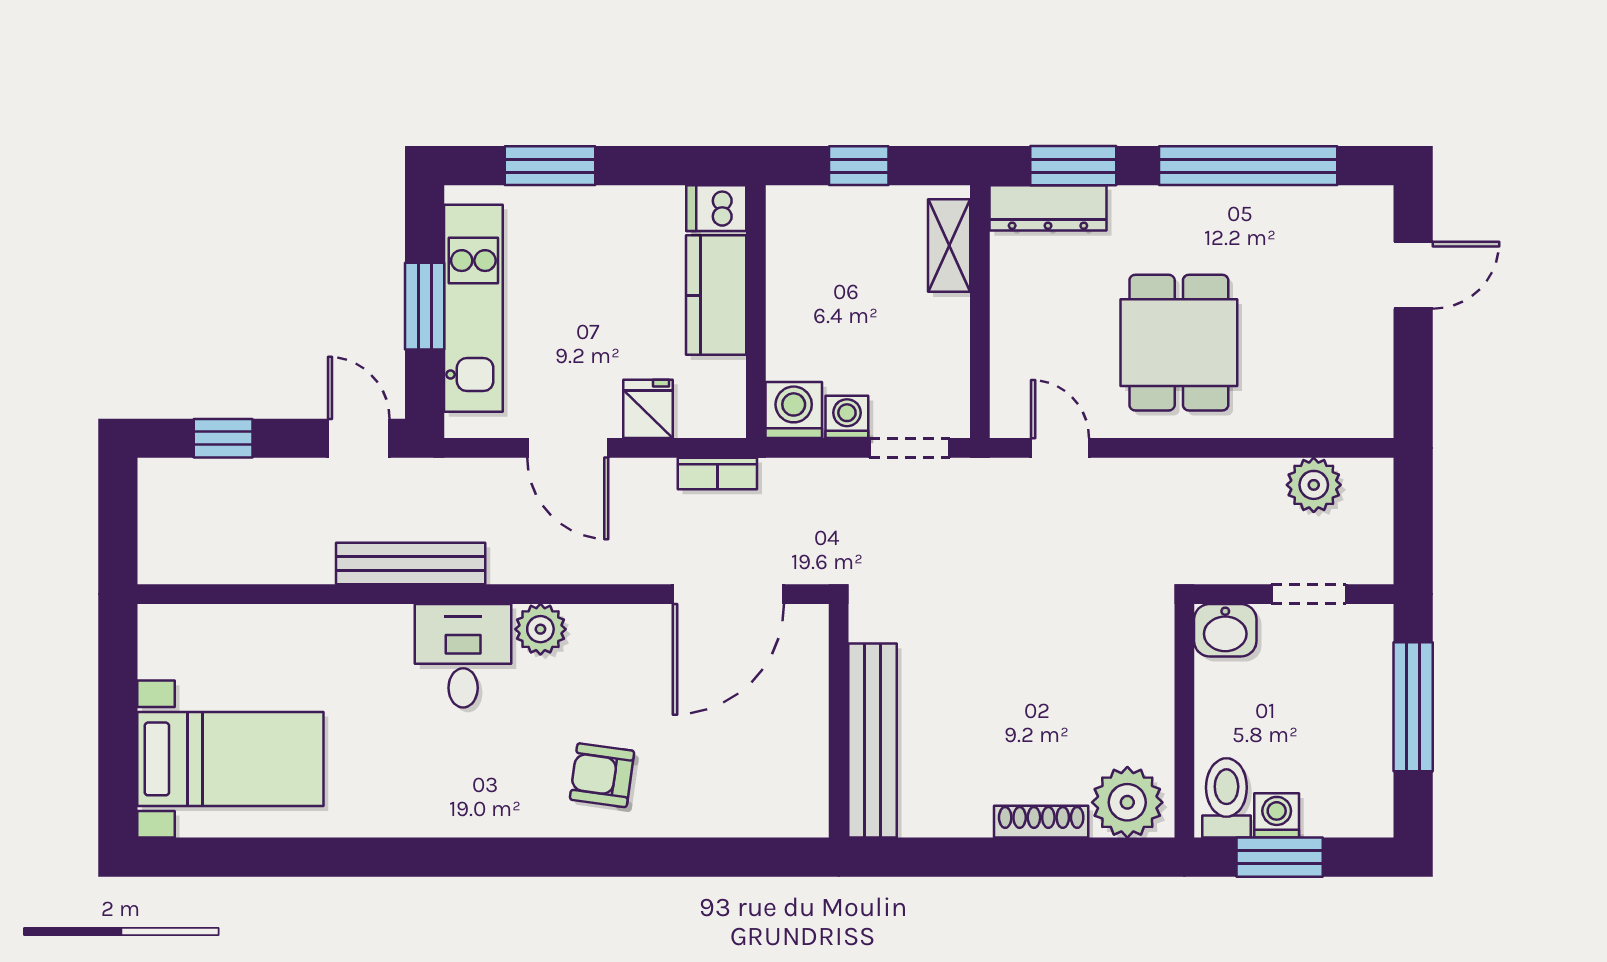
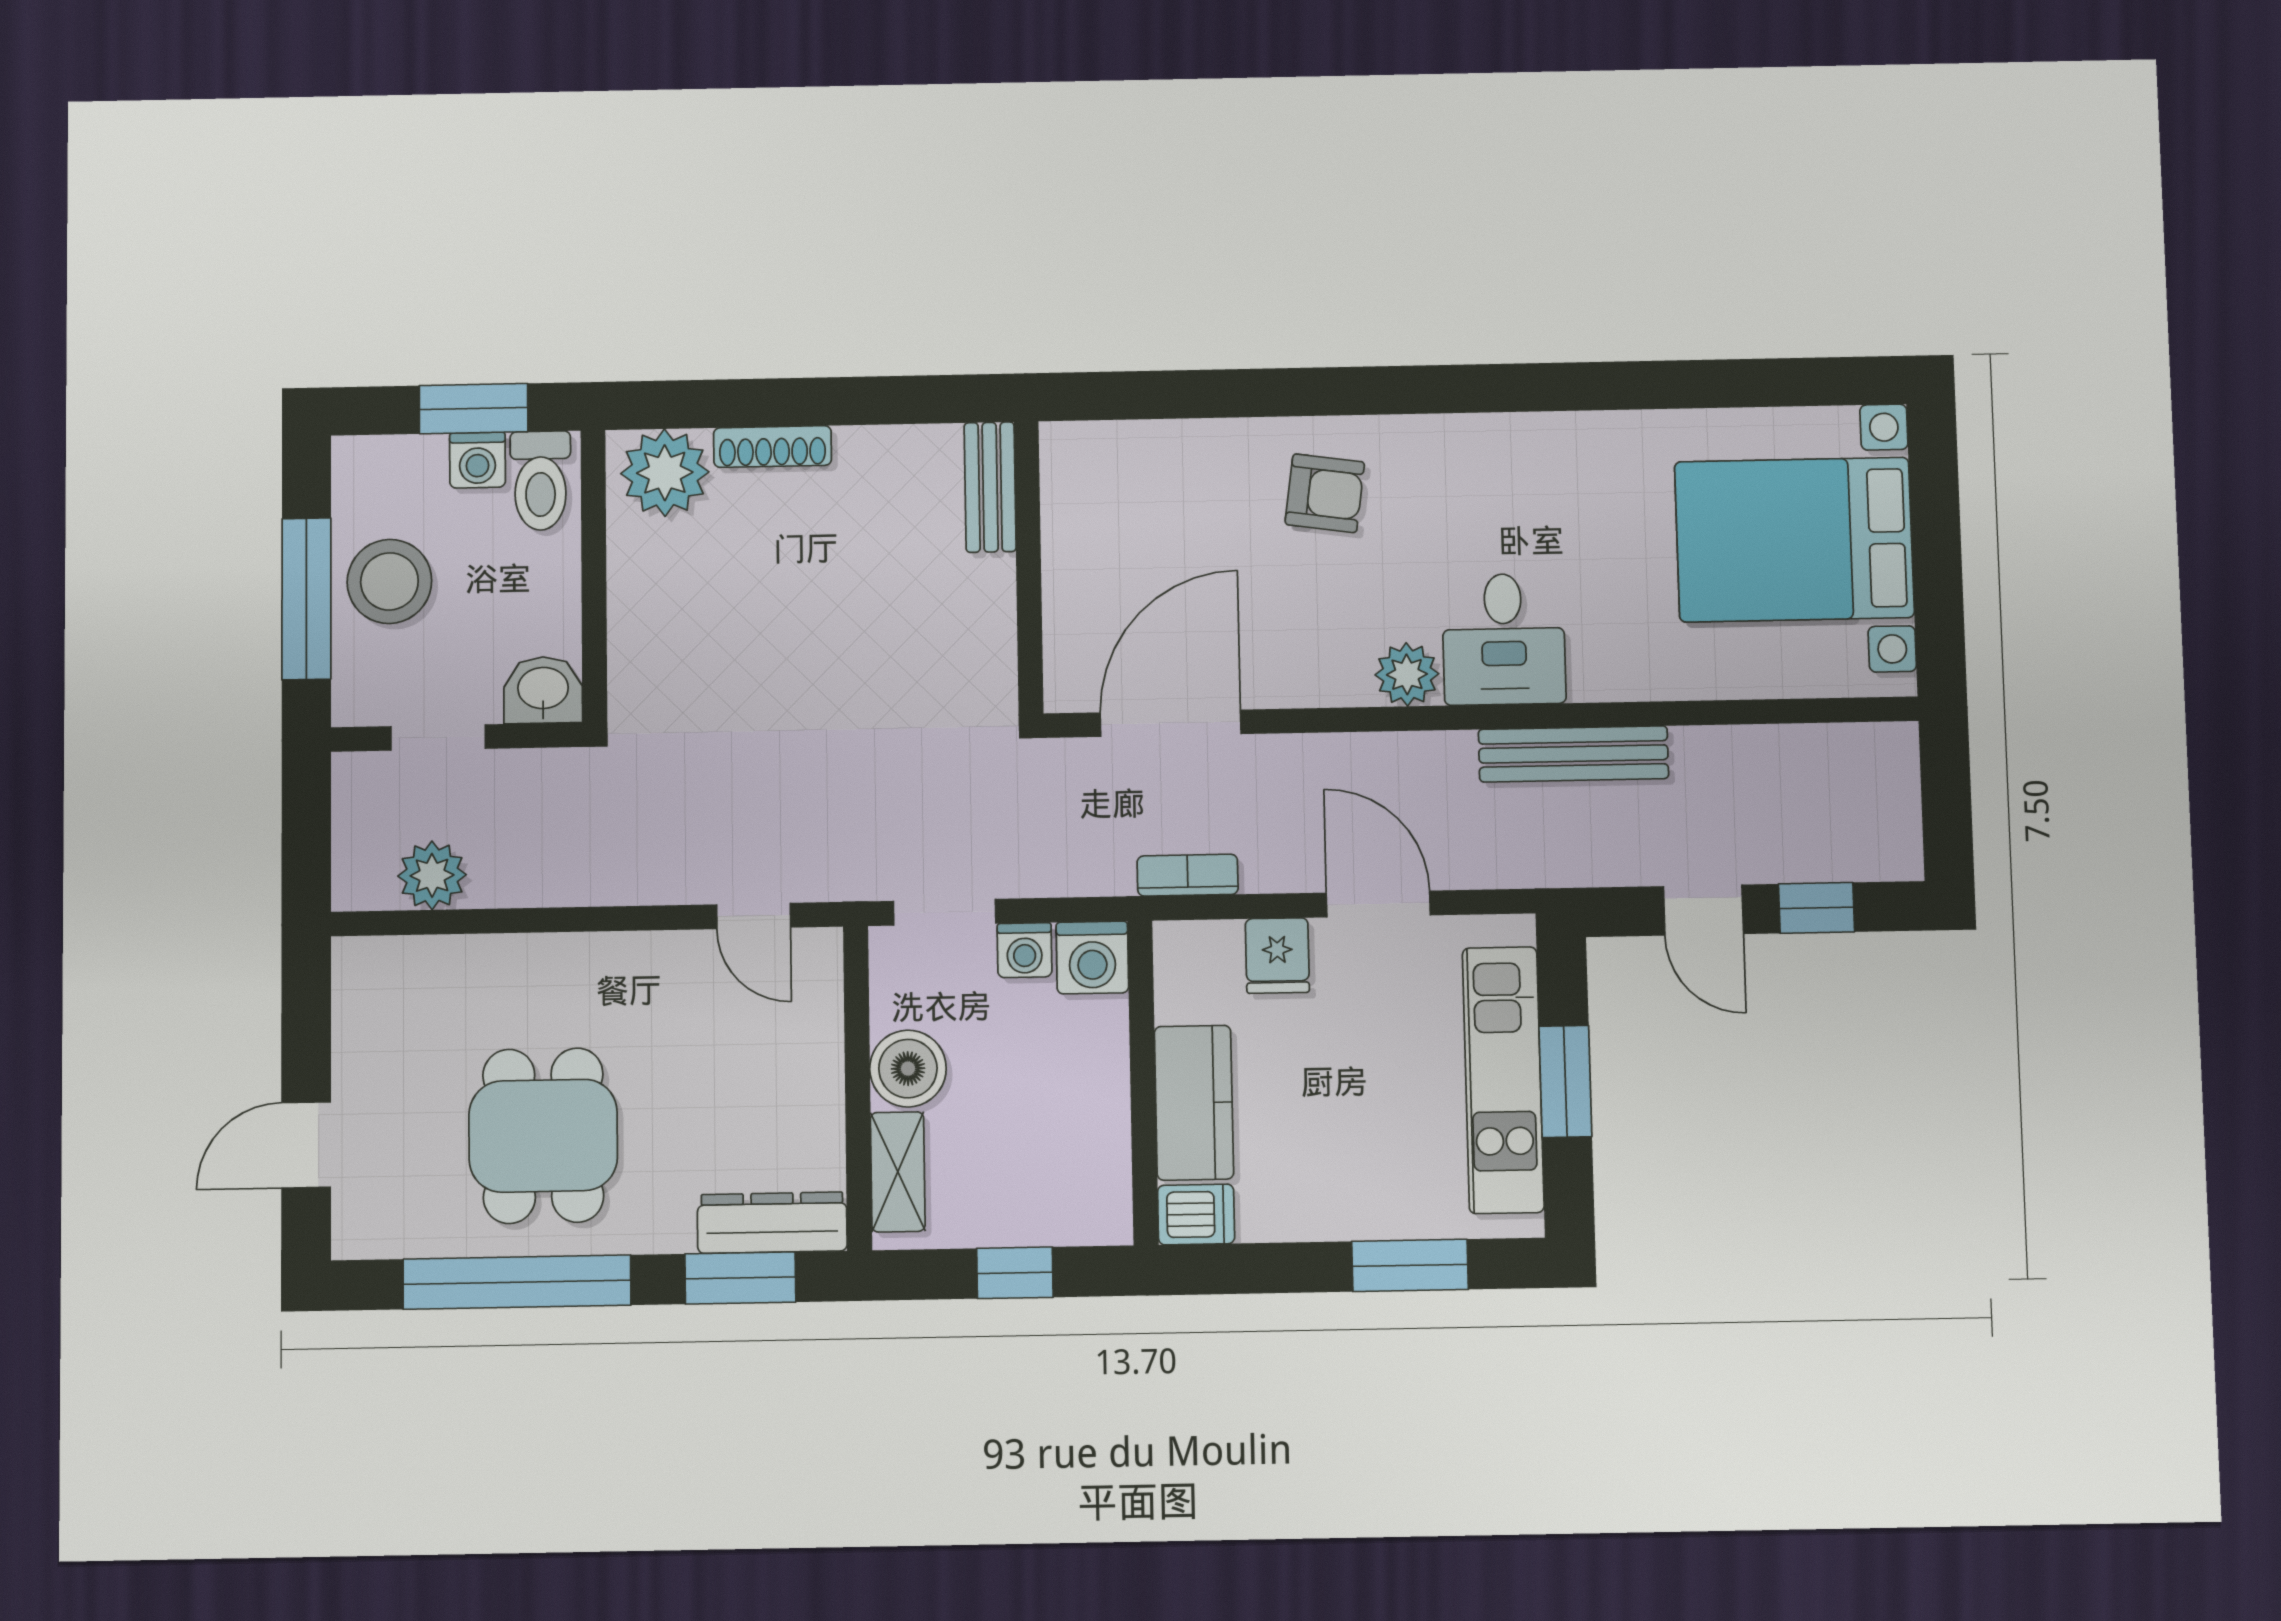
boiler: (940, 326) -> (908, 1069), added
dining table: (1179, 343) -> (543, 1136), moved
door: (359, 438) -> (1703, 910), moved
stool: (1347, 719) -> (389, 581), added
bench: (872, 741) -> (990, 487), width x0.54, depth x0.82
bed with nightstands: (230, 759) -> (1794, 540), width x1.36

